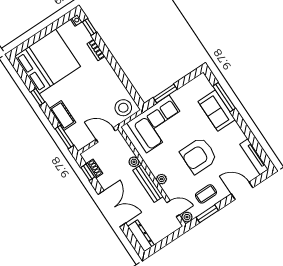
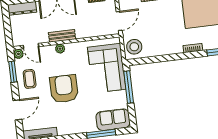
window: (165, 93) -> (129, 87), width x1.44
sofa: (217, 111) -> (113, 120), moved
plant: (134, 162) -> (85, 33), removed
bench: (148, 183) -> (62, 36), width x0.73
door: (173, 209) -> (31, 46), hinge flipped

